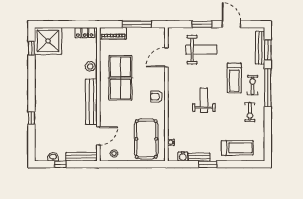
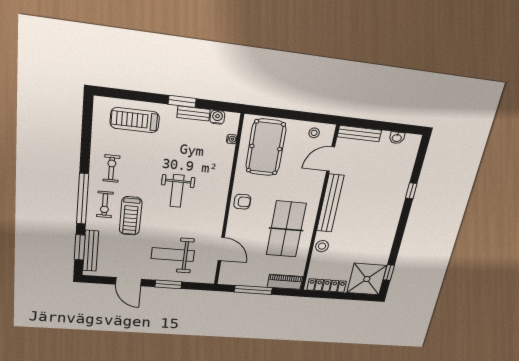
locker: (85, 33) -> (327, 286), width x1.53
door: (166, 57) -> (221, 249), hinge flipped
treadmill: (234, 78) -> (131, 216), turned 180
window: (60, 164) -> (390, 127), removed

